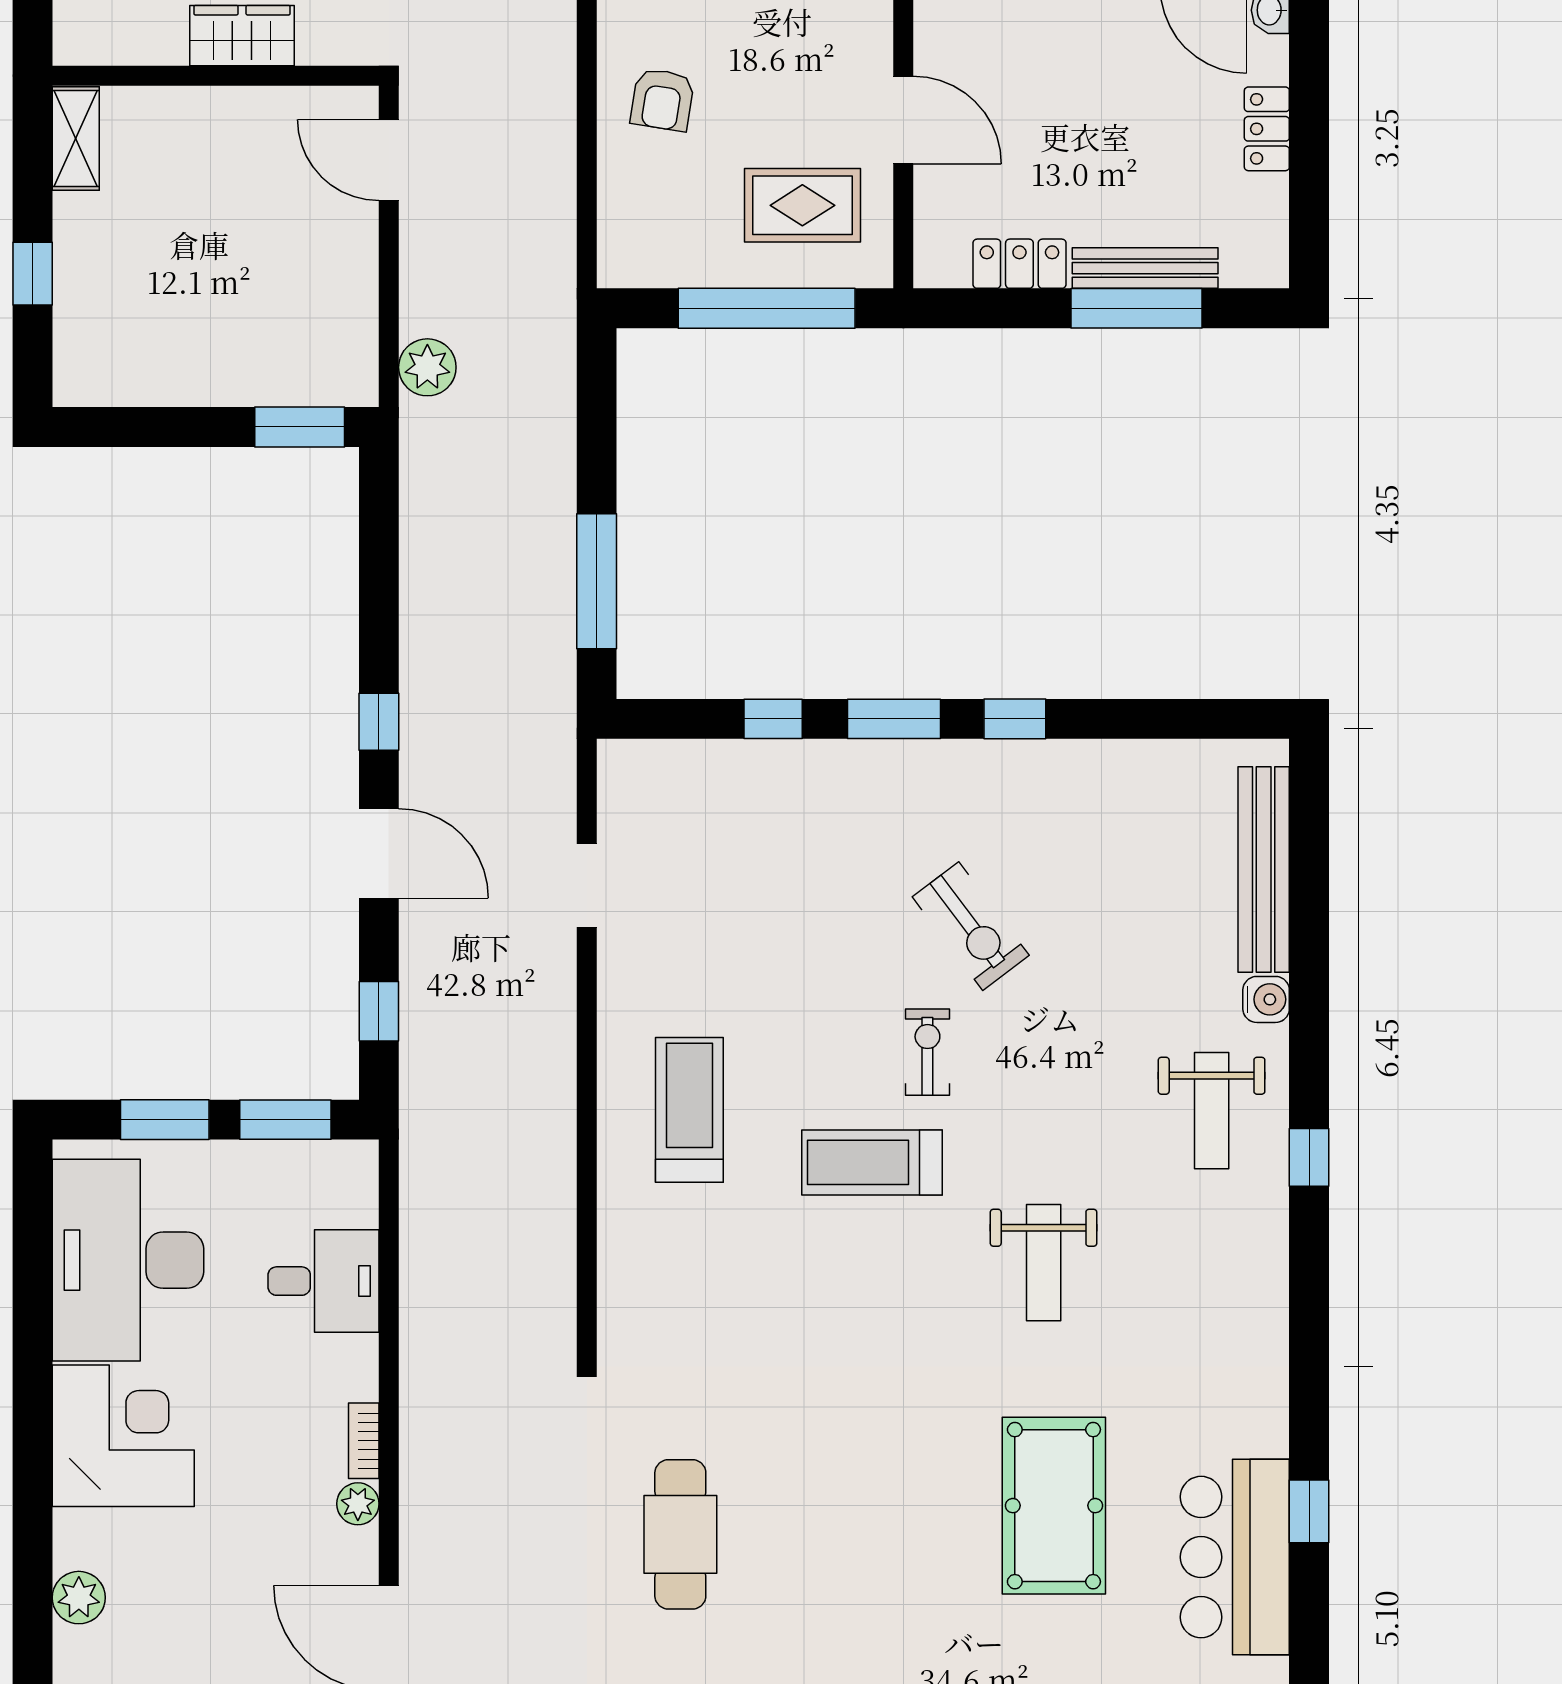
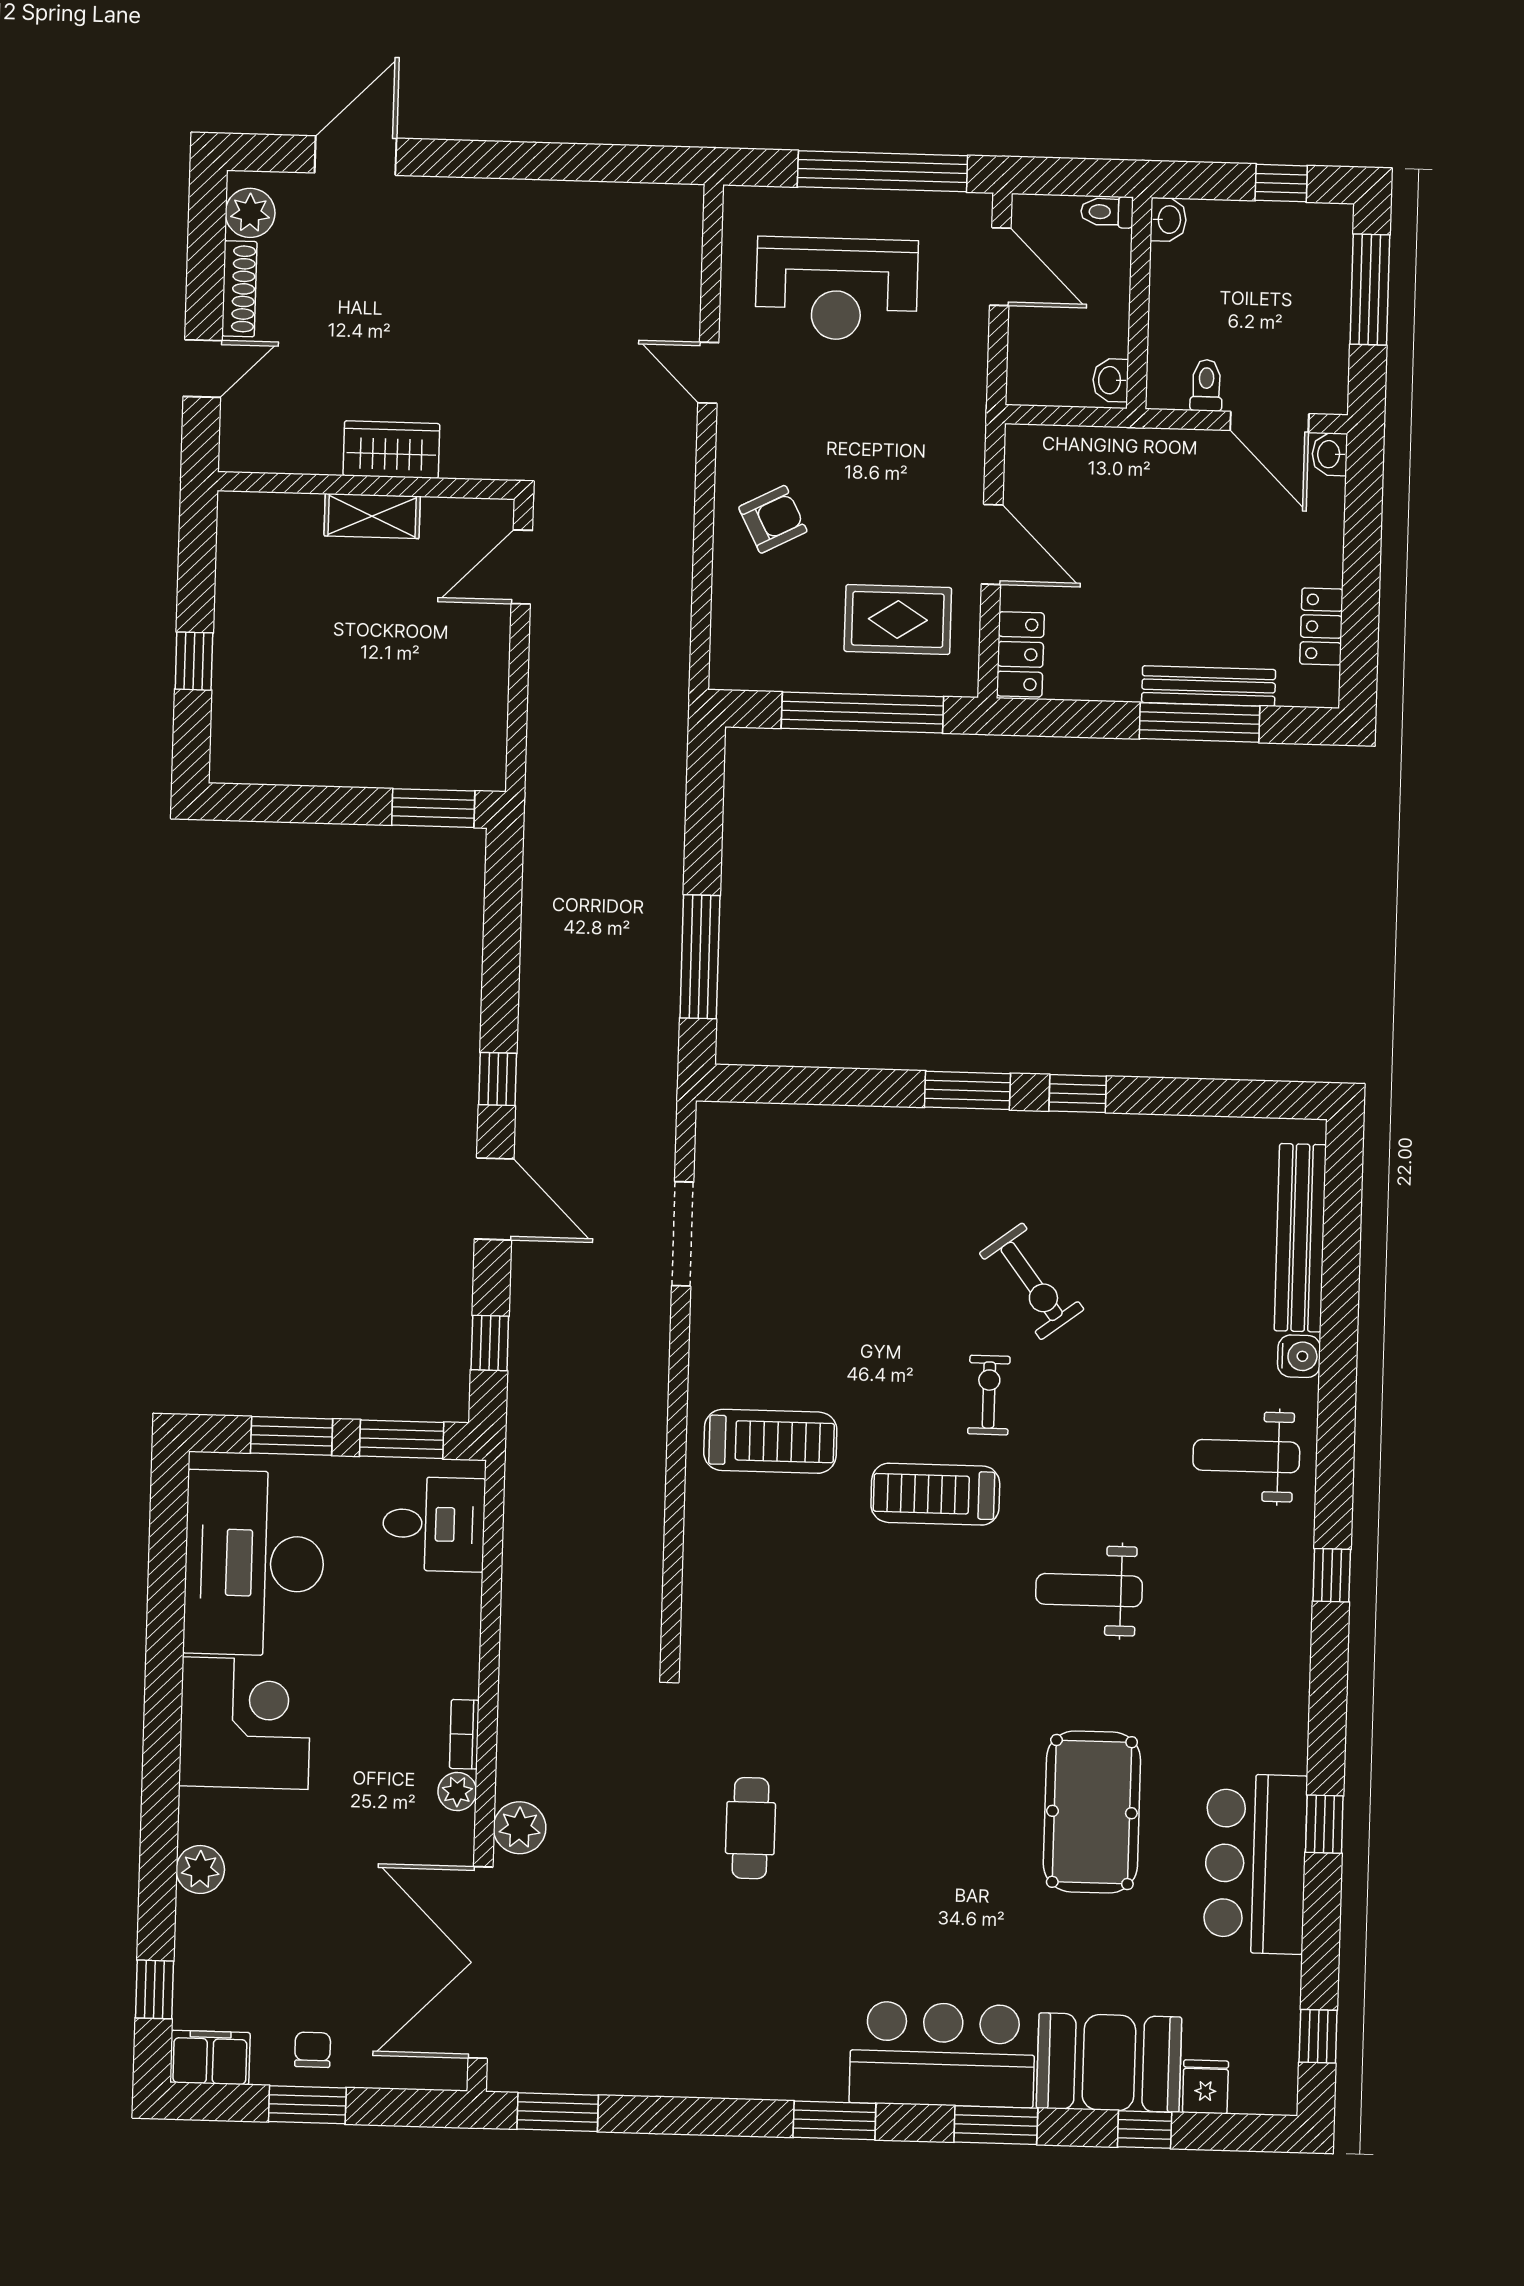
armchair: (662, 100) -> (773, 519), turned -126
locker: (1267, 129) -> (1321, 627), moved
shelving: (76, 139) -> (372, 516), moved, turned 90
door: (389, 160) -> (522, 567), hinge flipped
locker: (1019, 264) -> (1020, 654), moved, turned 90
plant: (427, 367) -> (520, 1828), moved
window: (773, 719) -> (857, 1087), removed
doorway: (587, 886) -> (683, 1234), width x1.38
treadmill: (689, 1110) -> (770, 1441), turned 90
weight bench: (1212, 1111) -> (1246, 1456), turned 90
window: (1309, 1157) -> (1332, 1575), moved
weight bench: (1044, 1263) -> (1089, 1590), turned 90
desk: (323, 1281) -> (434, 1524), moved
cafe table: (680, 1534) -> (750, 1828), width x0.73, depth x0.74

